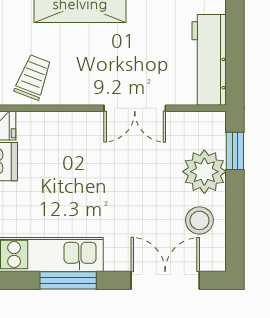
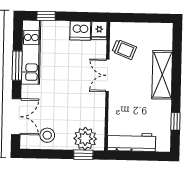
double door: (135, 108) -> (107, 75), moved
plant: (204, 172) -> (85, 139), moved

